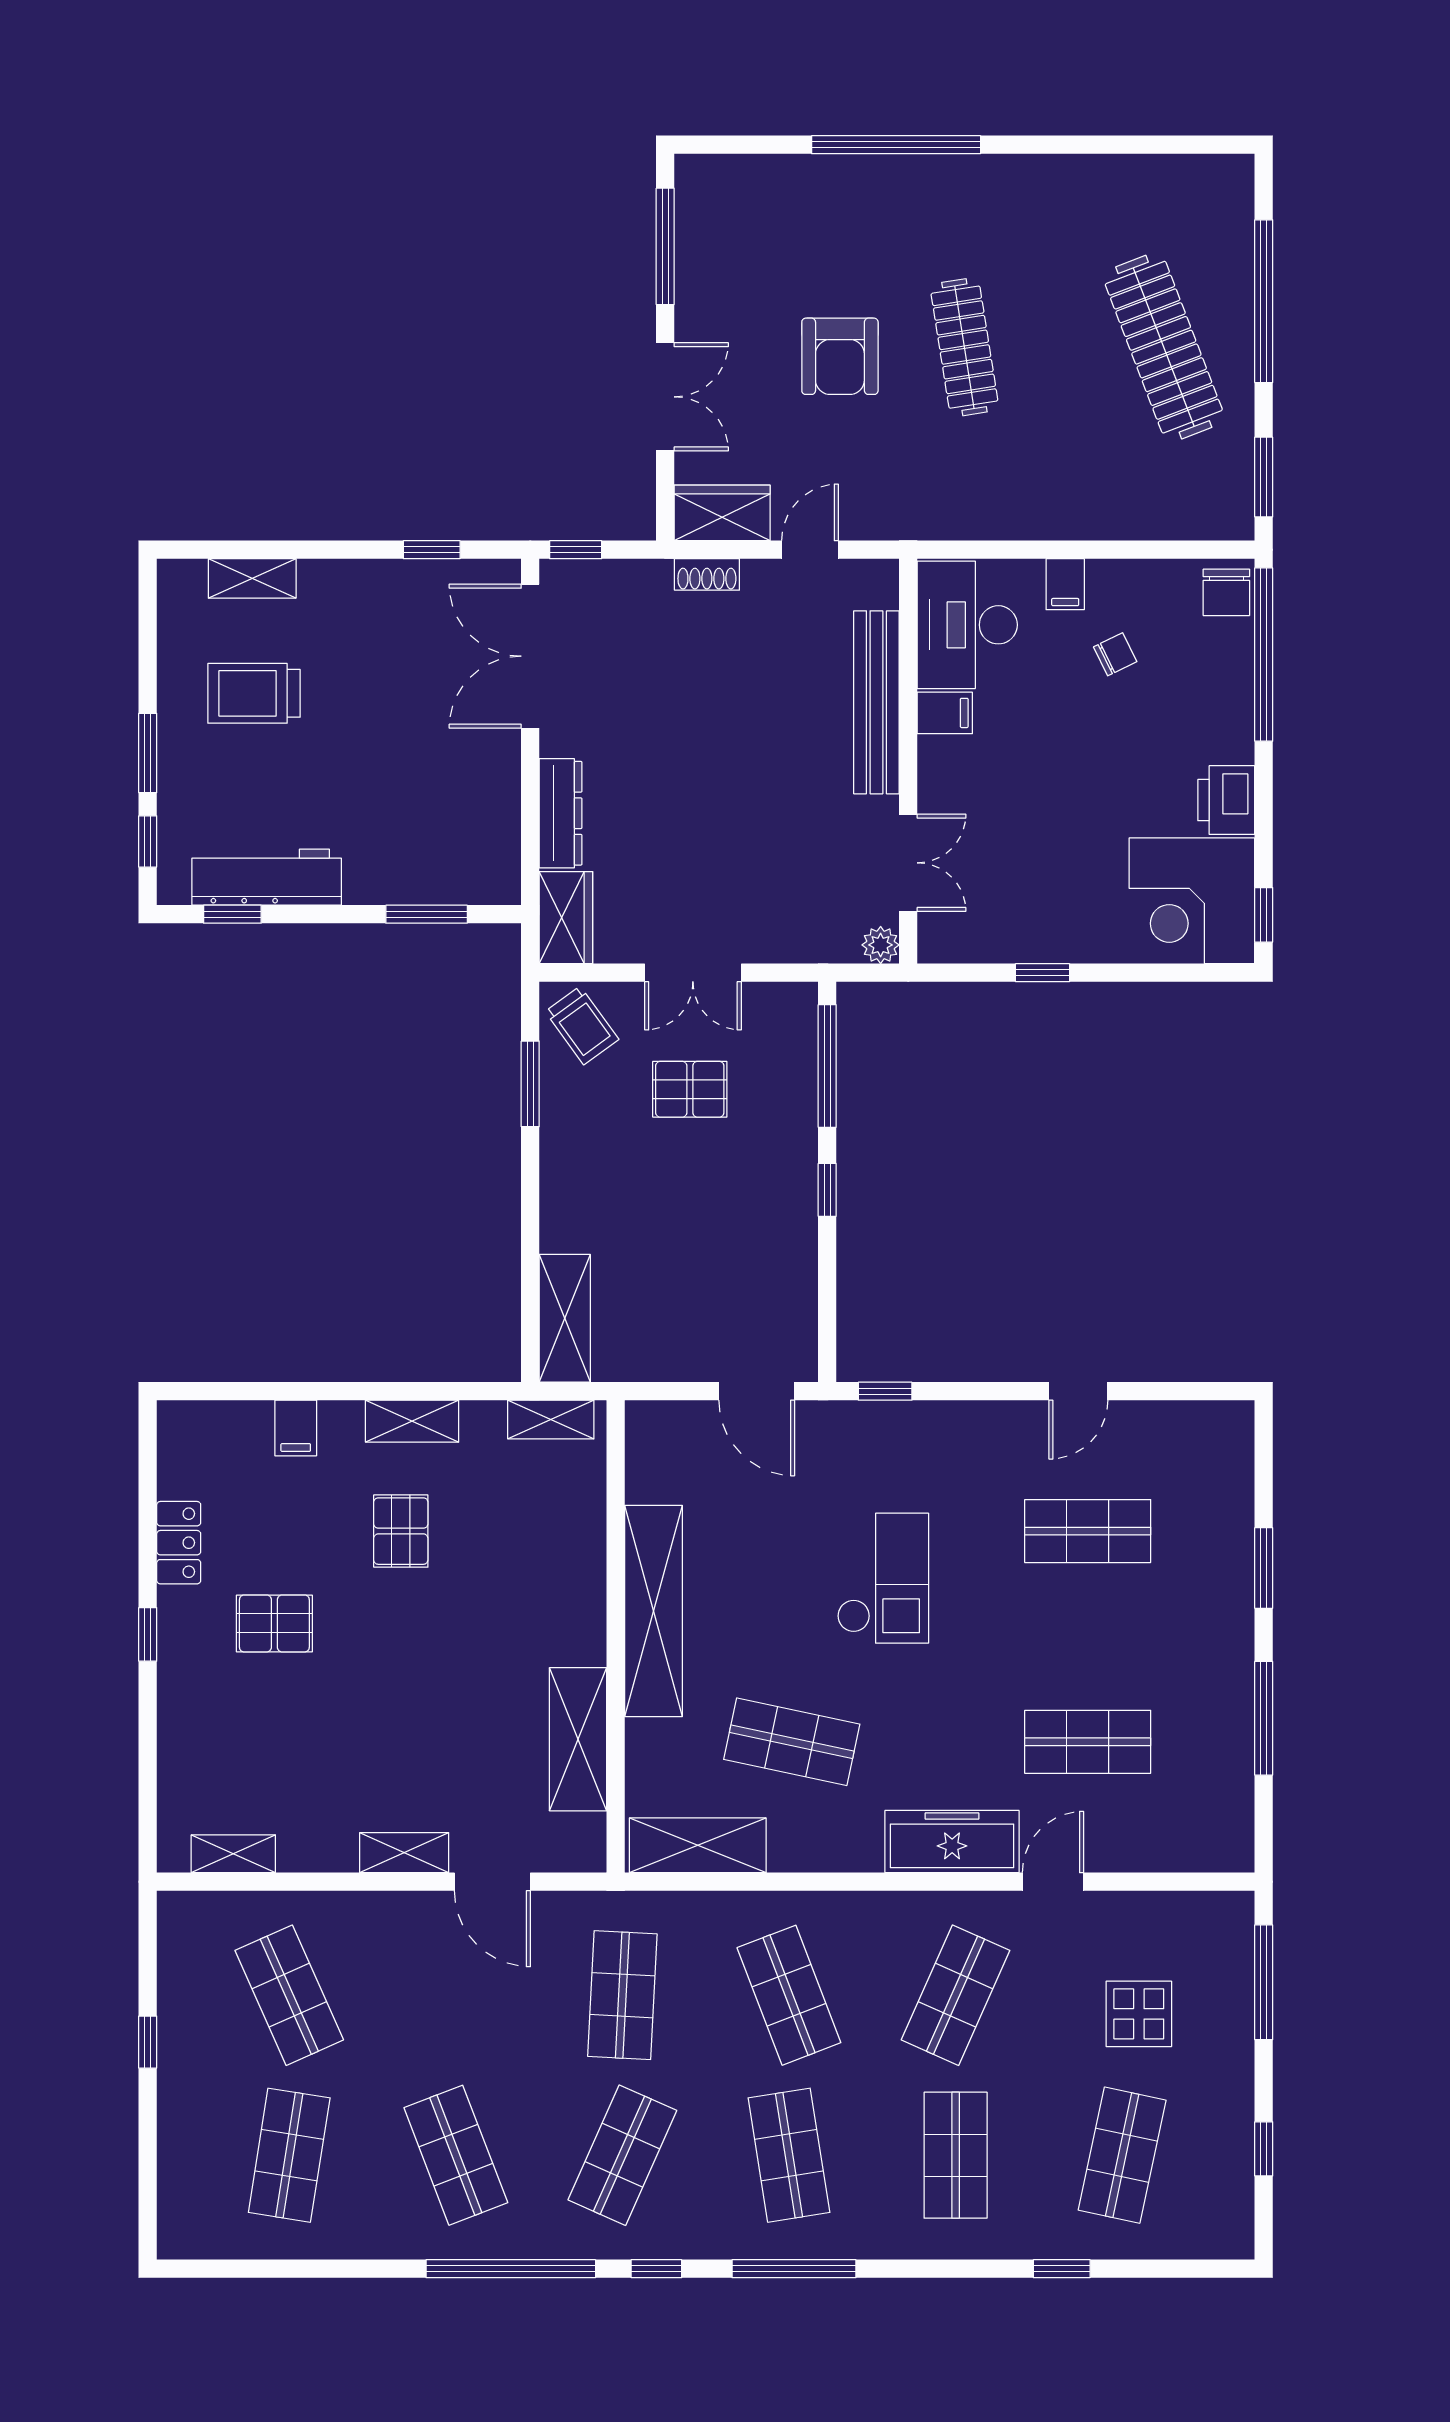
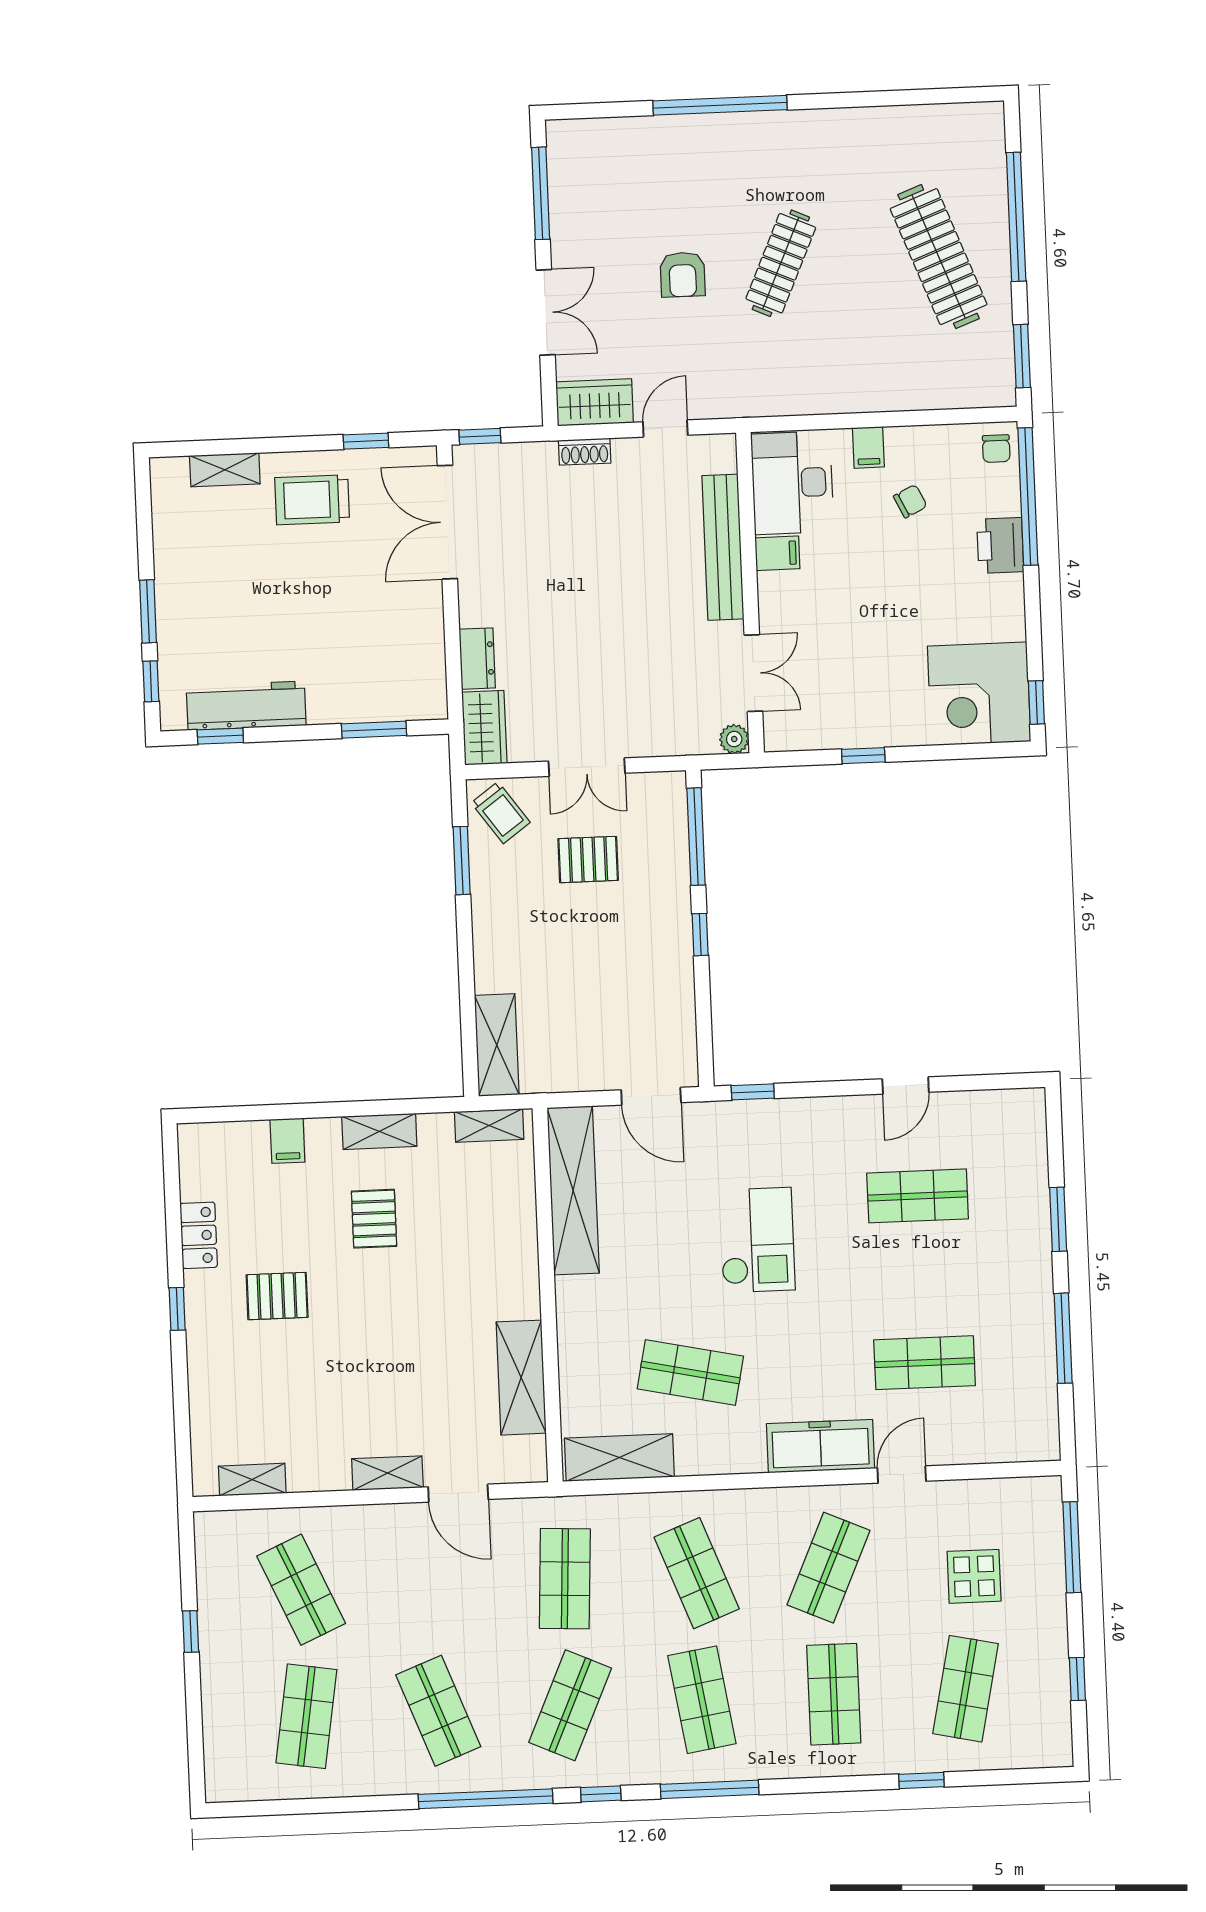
clothes rail: (964, 347) -> (781, 263), turned 33
armchair: (840, 356) -> (683, 275), width x0.72, depth x0.72
chair: (1226, 592) -> (996, 449), width x0.73, depth x0.73
trolley: (254, 693) -> (312, 500), moved
printer: (1226, 800) -> (1000, 545), moved
dresser: (561, 813) -> (477, 659), width x0.70
shelving: (654, 1611) -> (573, 1190), moved

